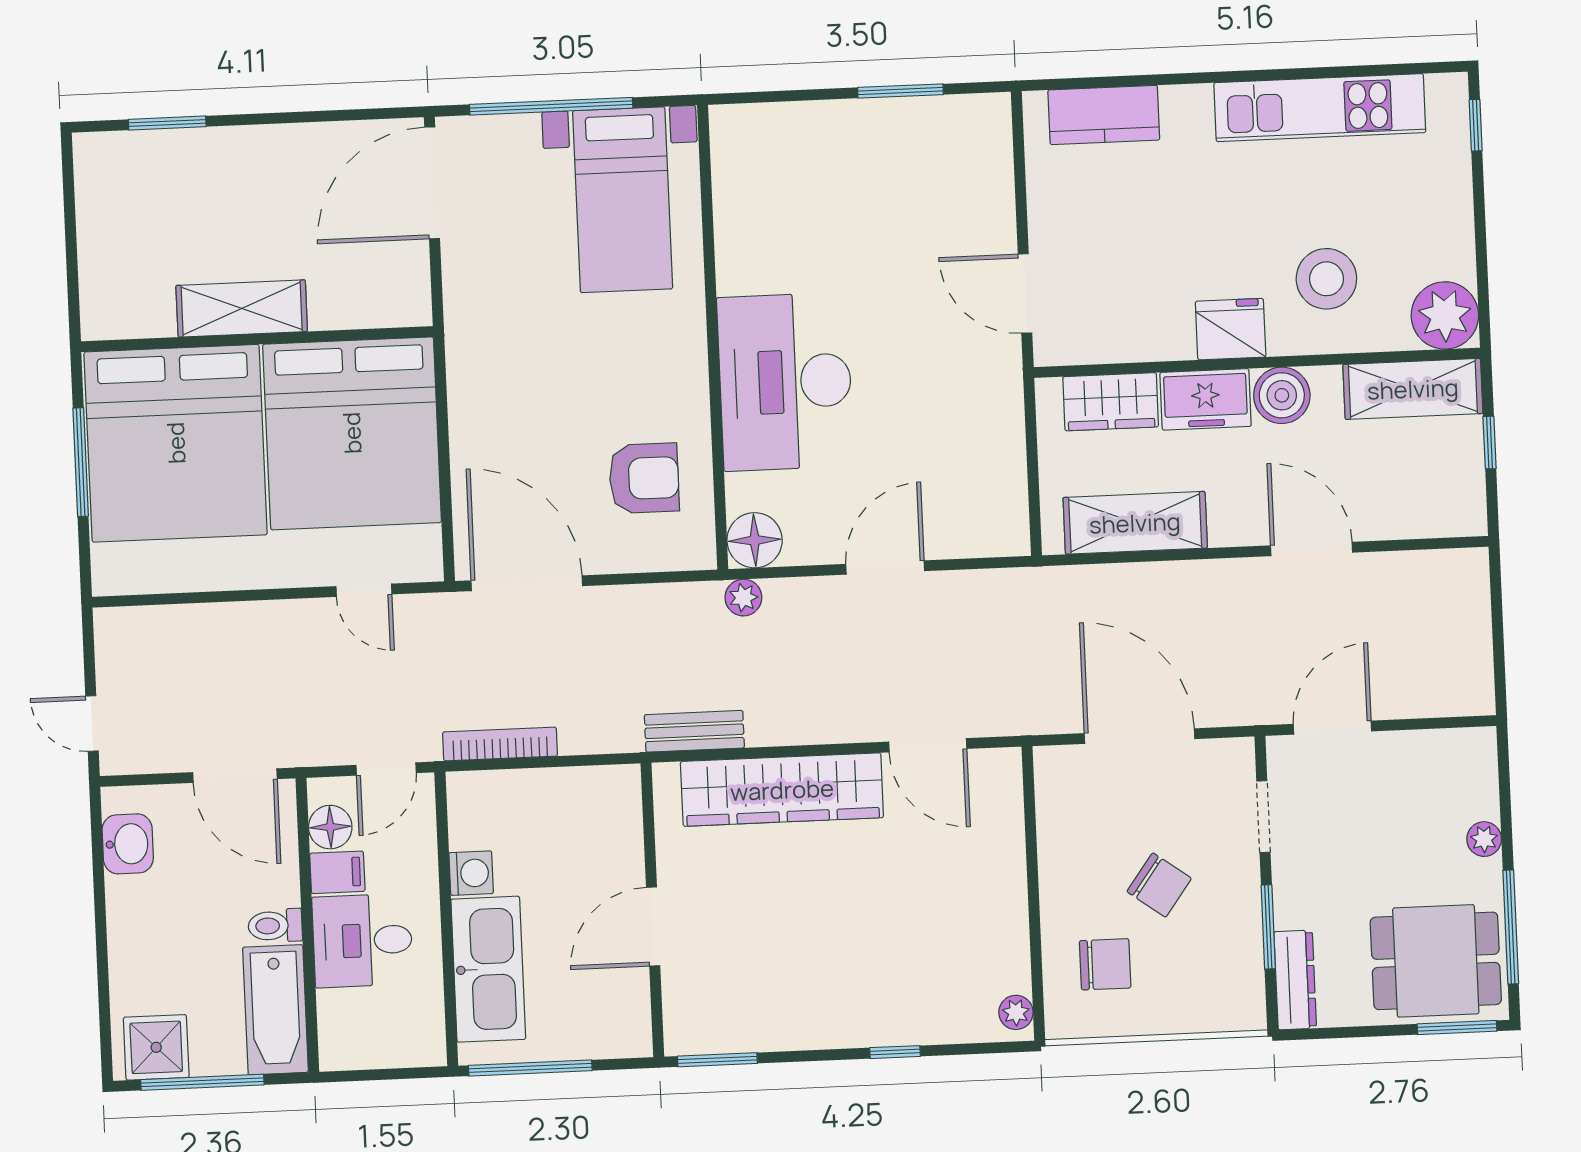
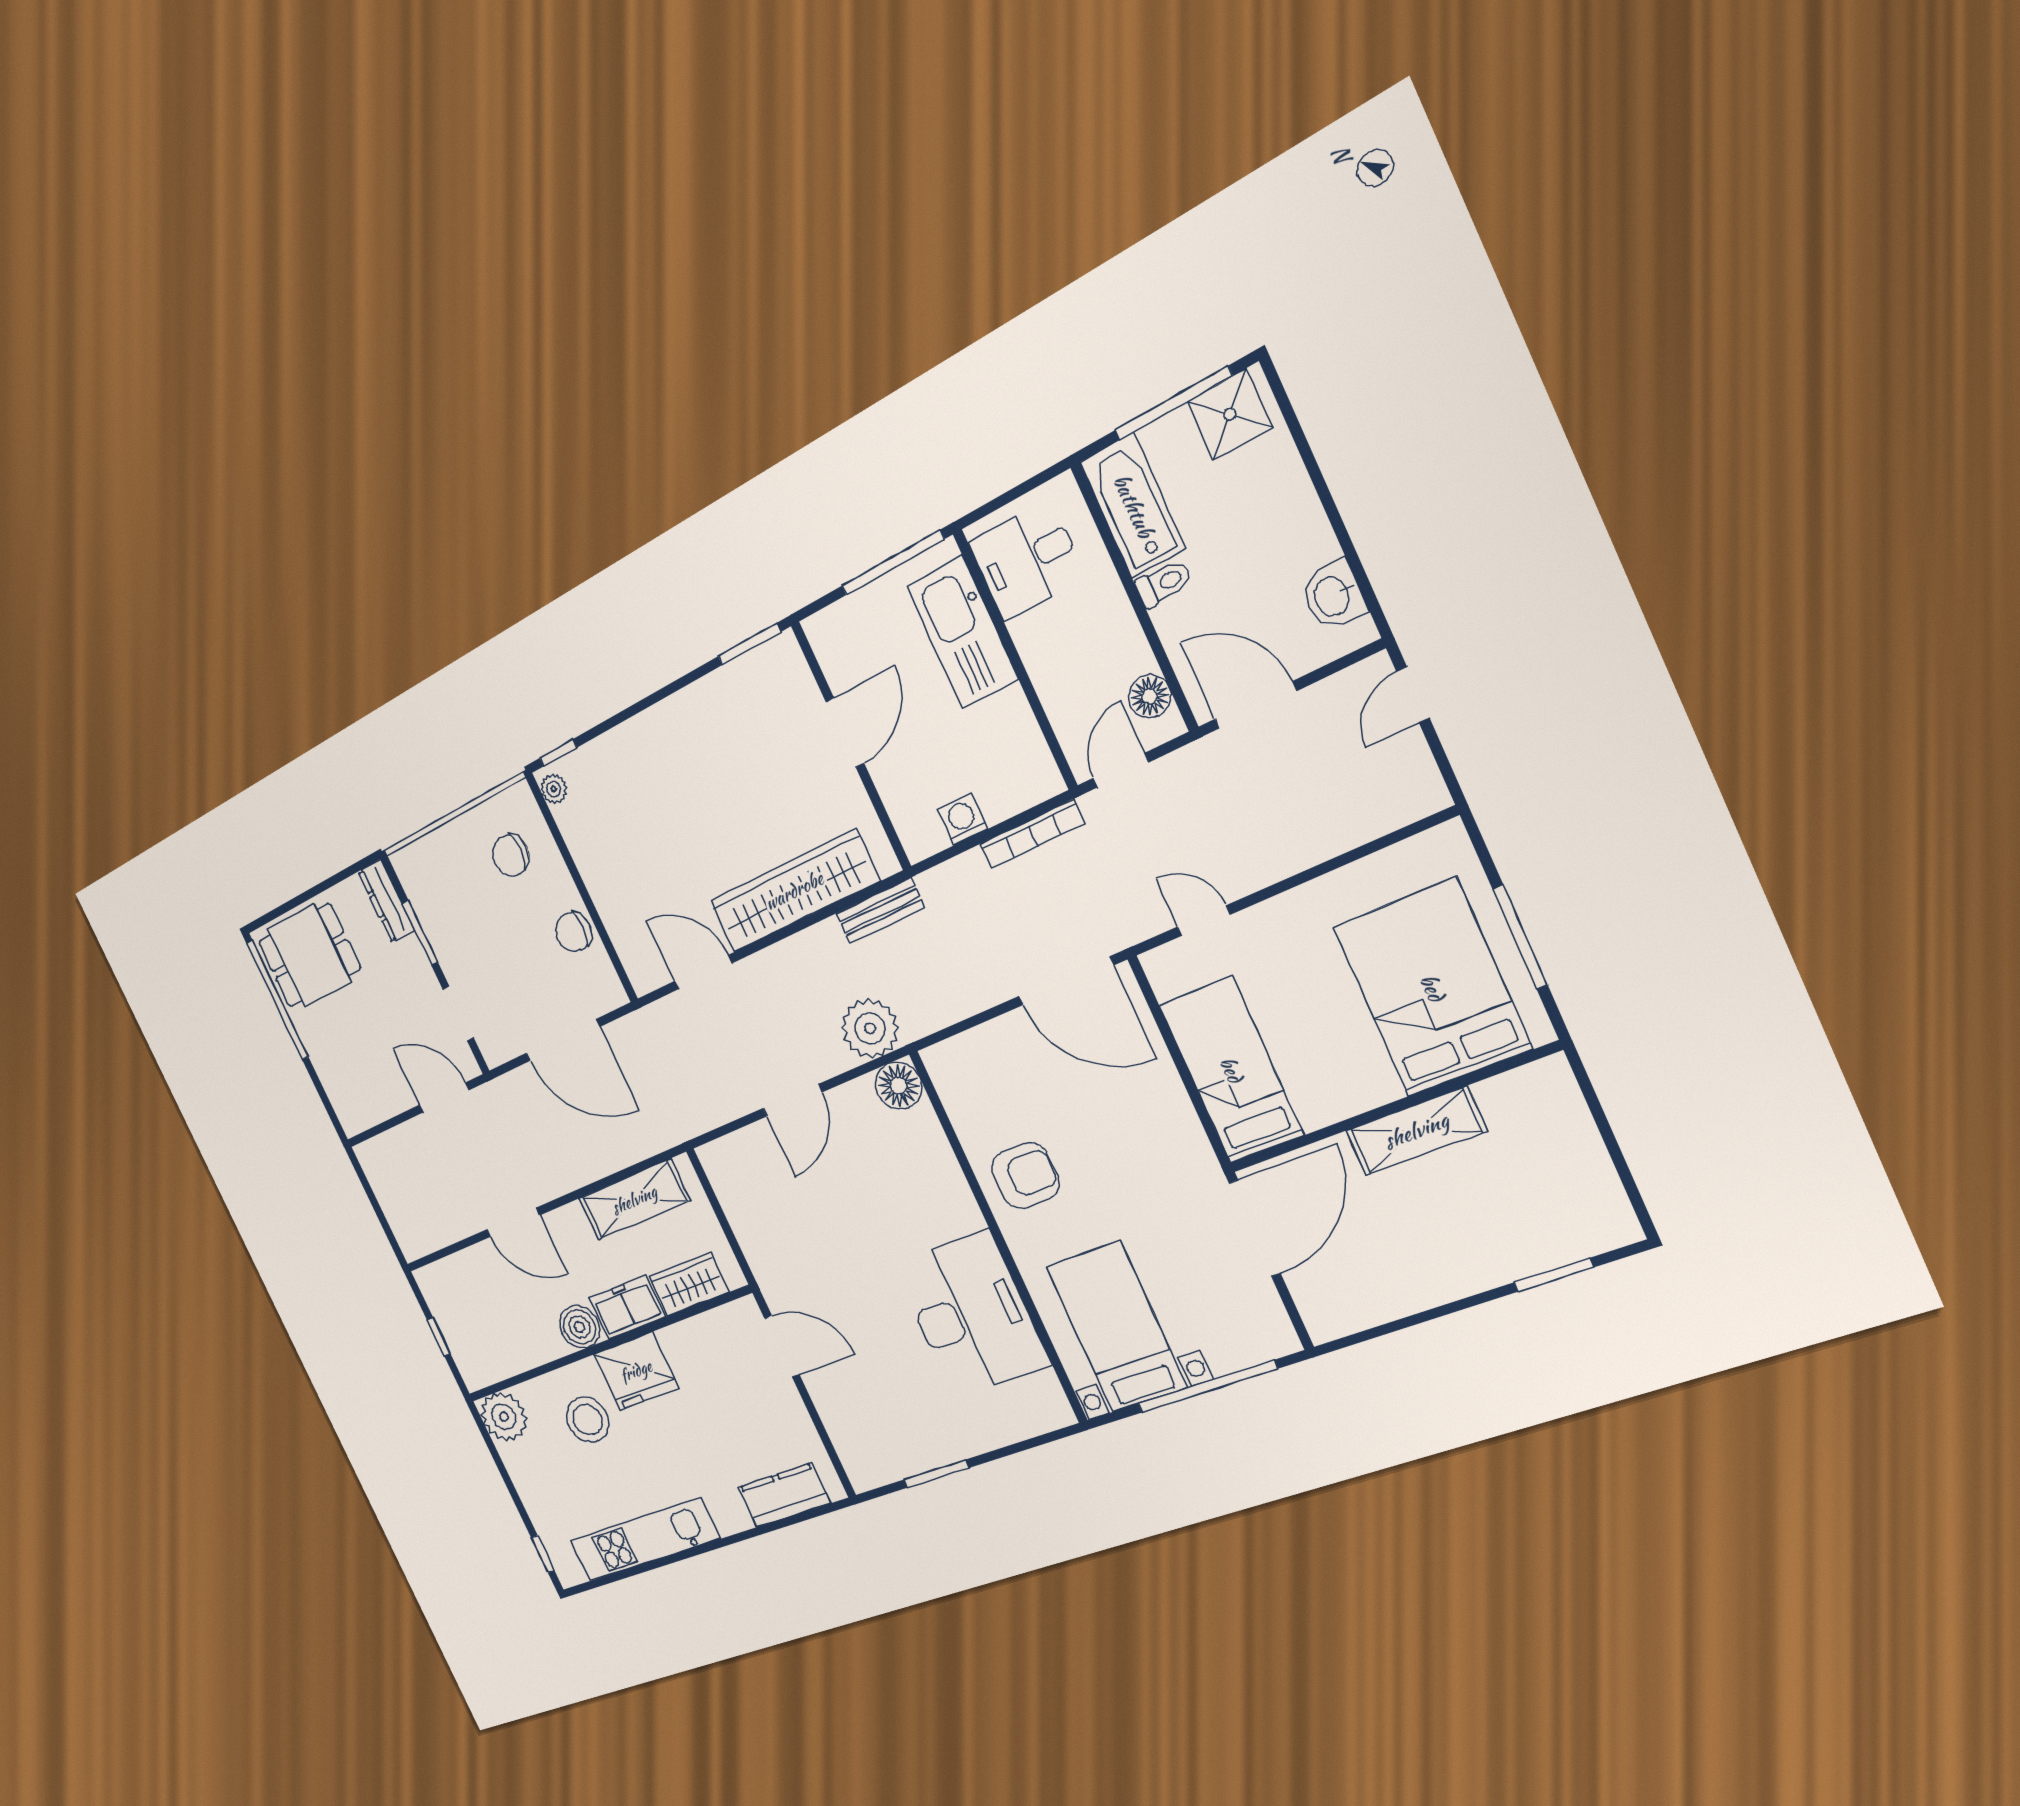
door: (432, 183) -> (1255, 1228), moved
fridge: (1231, 329) -> (636, 1371), width x1.36, depth x1.34
desk: (785, 382) -> (971, 1315), moved
shelving: (1413, 389) -> (501, 1359), removed
bed: (352, 433) -> (1231, 1070), width x0.49
bed: (176, 443) -> (1432, 988), width x0.73
armchair: (644, 478) -> (1025, 1176), moved, turned 180
plant: (743, 598) -> (870, 1028), width x1.88, depth x1.88
door: (92, 723) -> (1413, 695), swing flipped
door: (1332, 728) -> (444, 1097), swing flipped
plant: (1484, 839) -> (320, 1056), removed
filing cabinet: (337, 872) -> (1127, 658), removed
washing machine: (471, 873) -> (962, 819), moved, turned 90
chair: (1159, 885) -> (573, 932), moved, turned -36
window: (1511, 927) -> (277, 1000), width x1.46
desk: (363, 941) -> (1027, 560), moved, turned 180
window: (1457, 1027) -> (276, 913), removed
window: (895, 1052) -> (558, 753), moved

